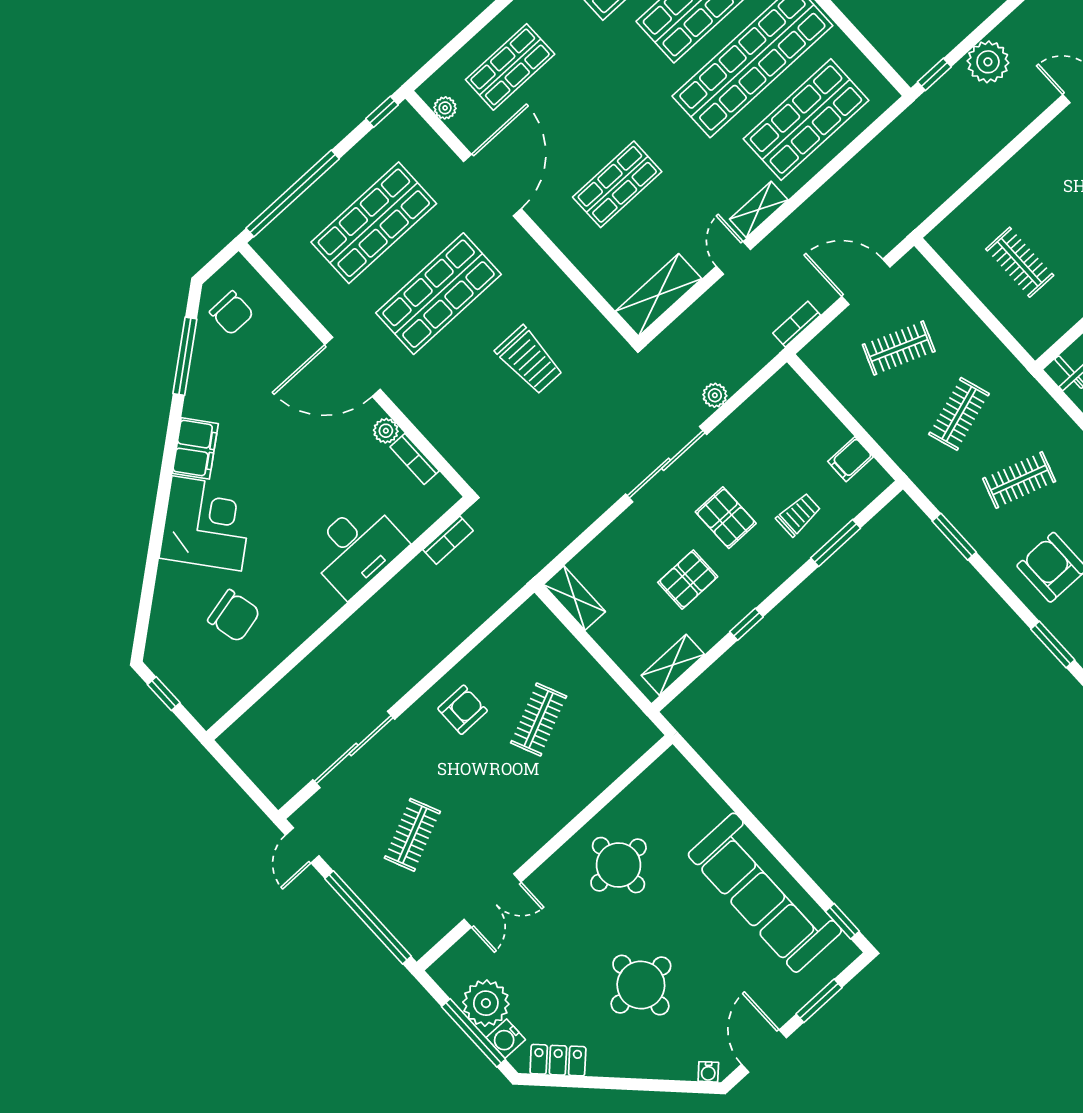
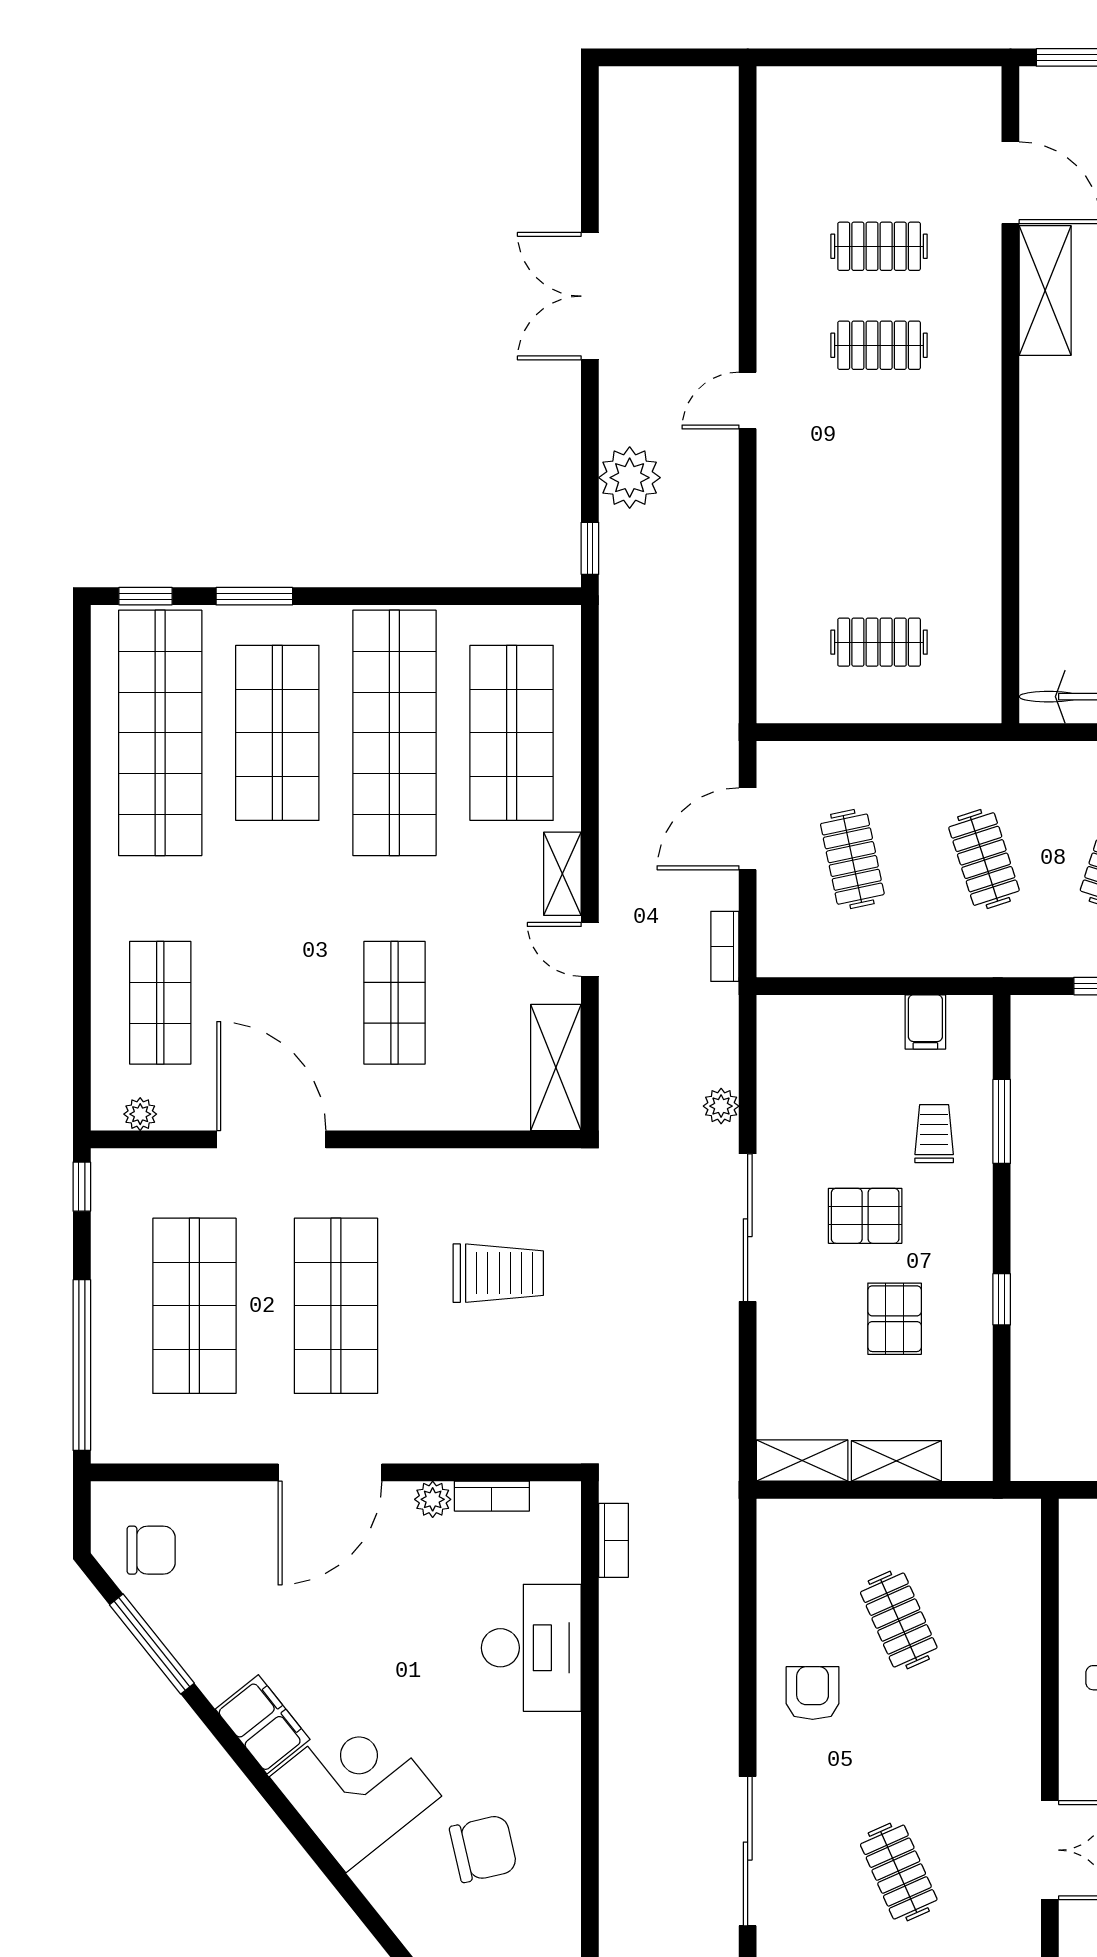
clothes rail: (899, 348) -> (852, 859), turned -33
shelving: (673, 665) -> (896, 1461), moved, turned 90

